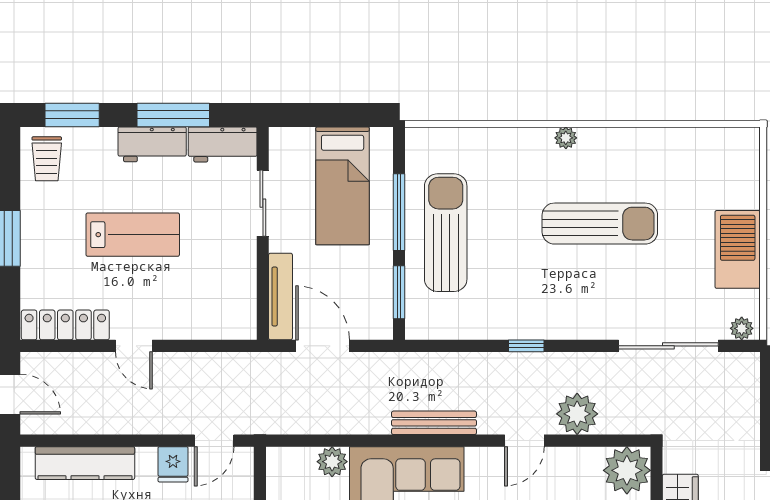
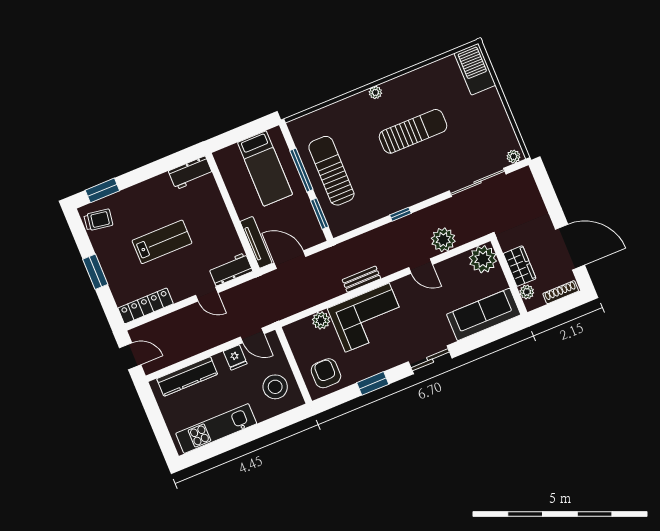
window: (173, 115) -> (157, 168), removed
workbench: (152, 144) -> (231, 269), moved, turned 180
trolley: (47, 159) -> (98, 220), turned -81
sliding door: (263, 203) -> (226, 196), removed
barbecue: (738, 249) -> (475, 69), moved
door: (134, 346) -> (207, 294), moved
bench: (434, 423) -> (361, 279), width x0.73
door: (214, 441) -> (252, 335), hinge flipped
door: (524, 441) -> (421, 266), hinge flipped

